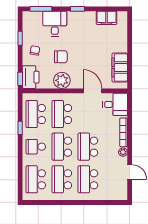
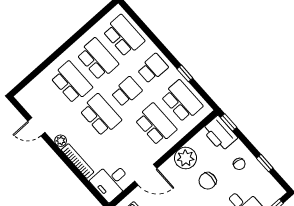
school desk: (62, 147) -> (127, 92), width x0.54

